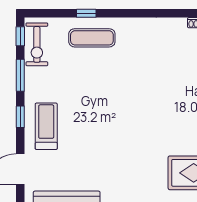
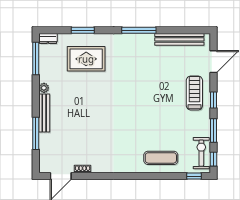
window: (86, 13) -> (194, 176), moved
treadmill: (46, 126) -> (194, 93), turned 180

